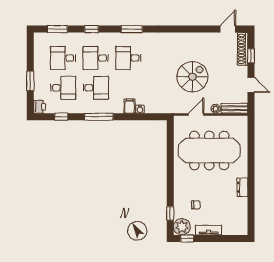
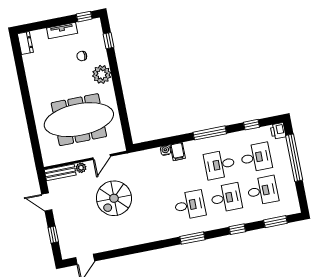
shoe rack: (243, 49) -> (64, 240), removed
window: (30, 81) -> (294, 158), width x2.11
desk: (63, 88) -> (256, 157), turned 180
dresser: (242, 187) -> (25, 43), moved
plant: (182, 227) -> (102, 74), moved

